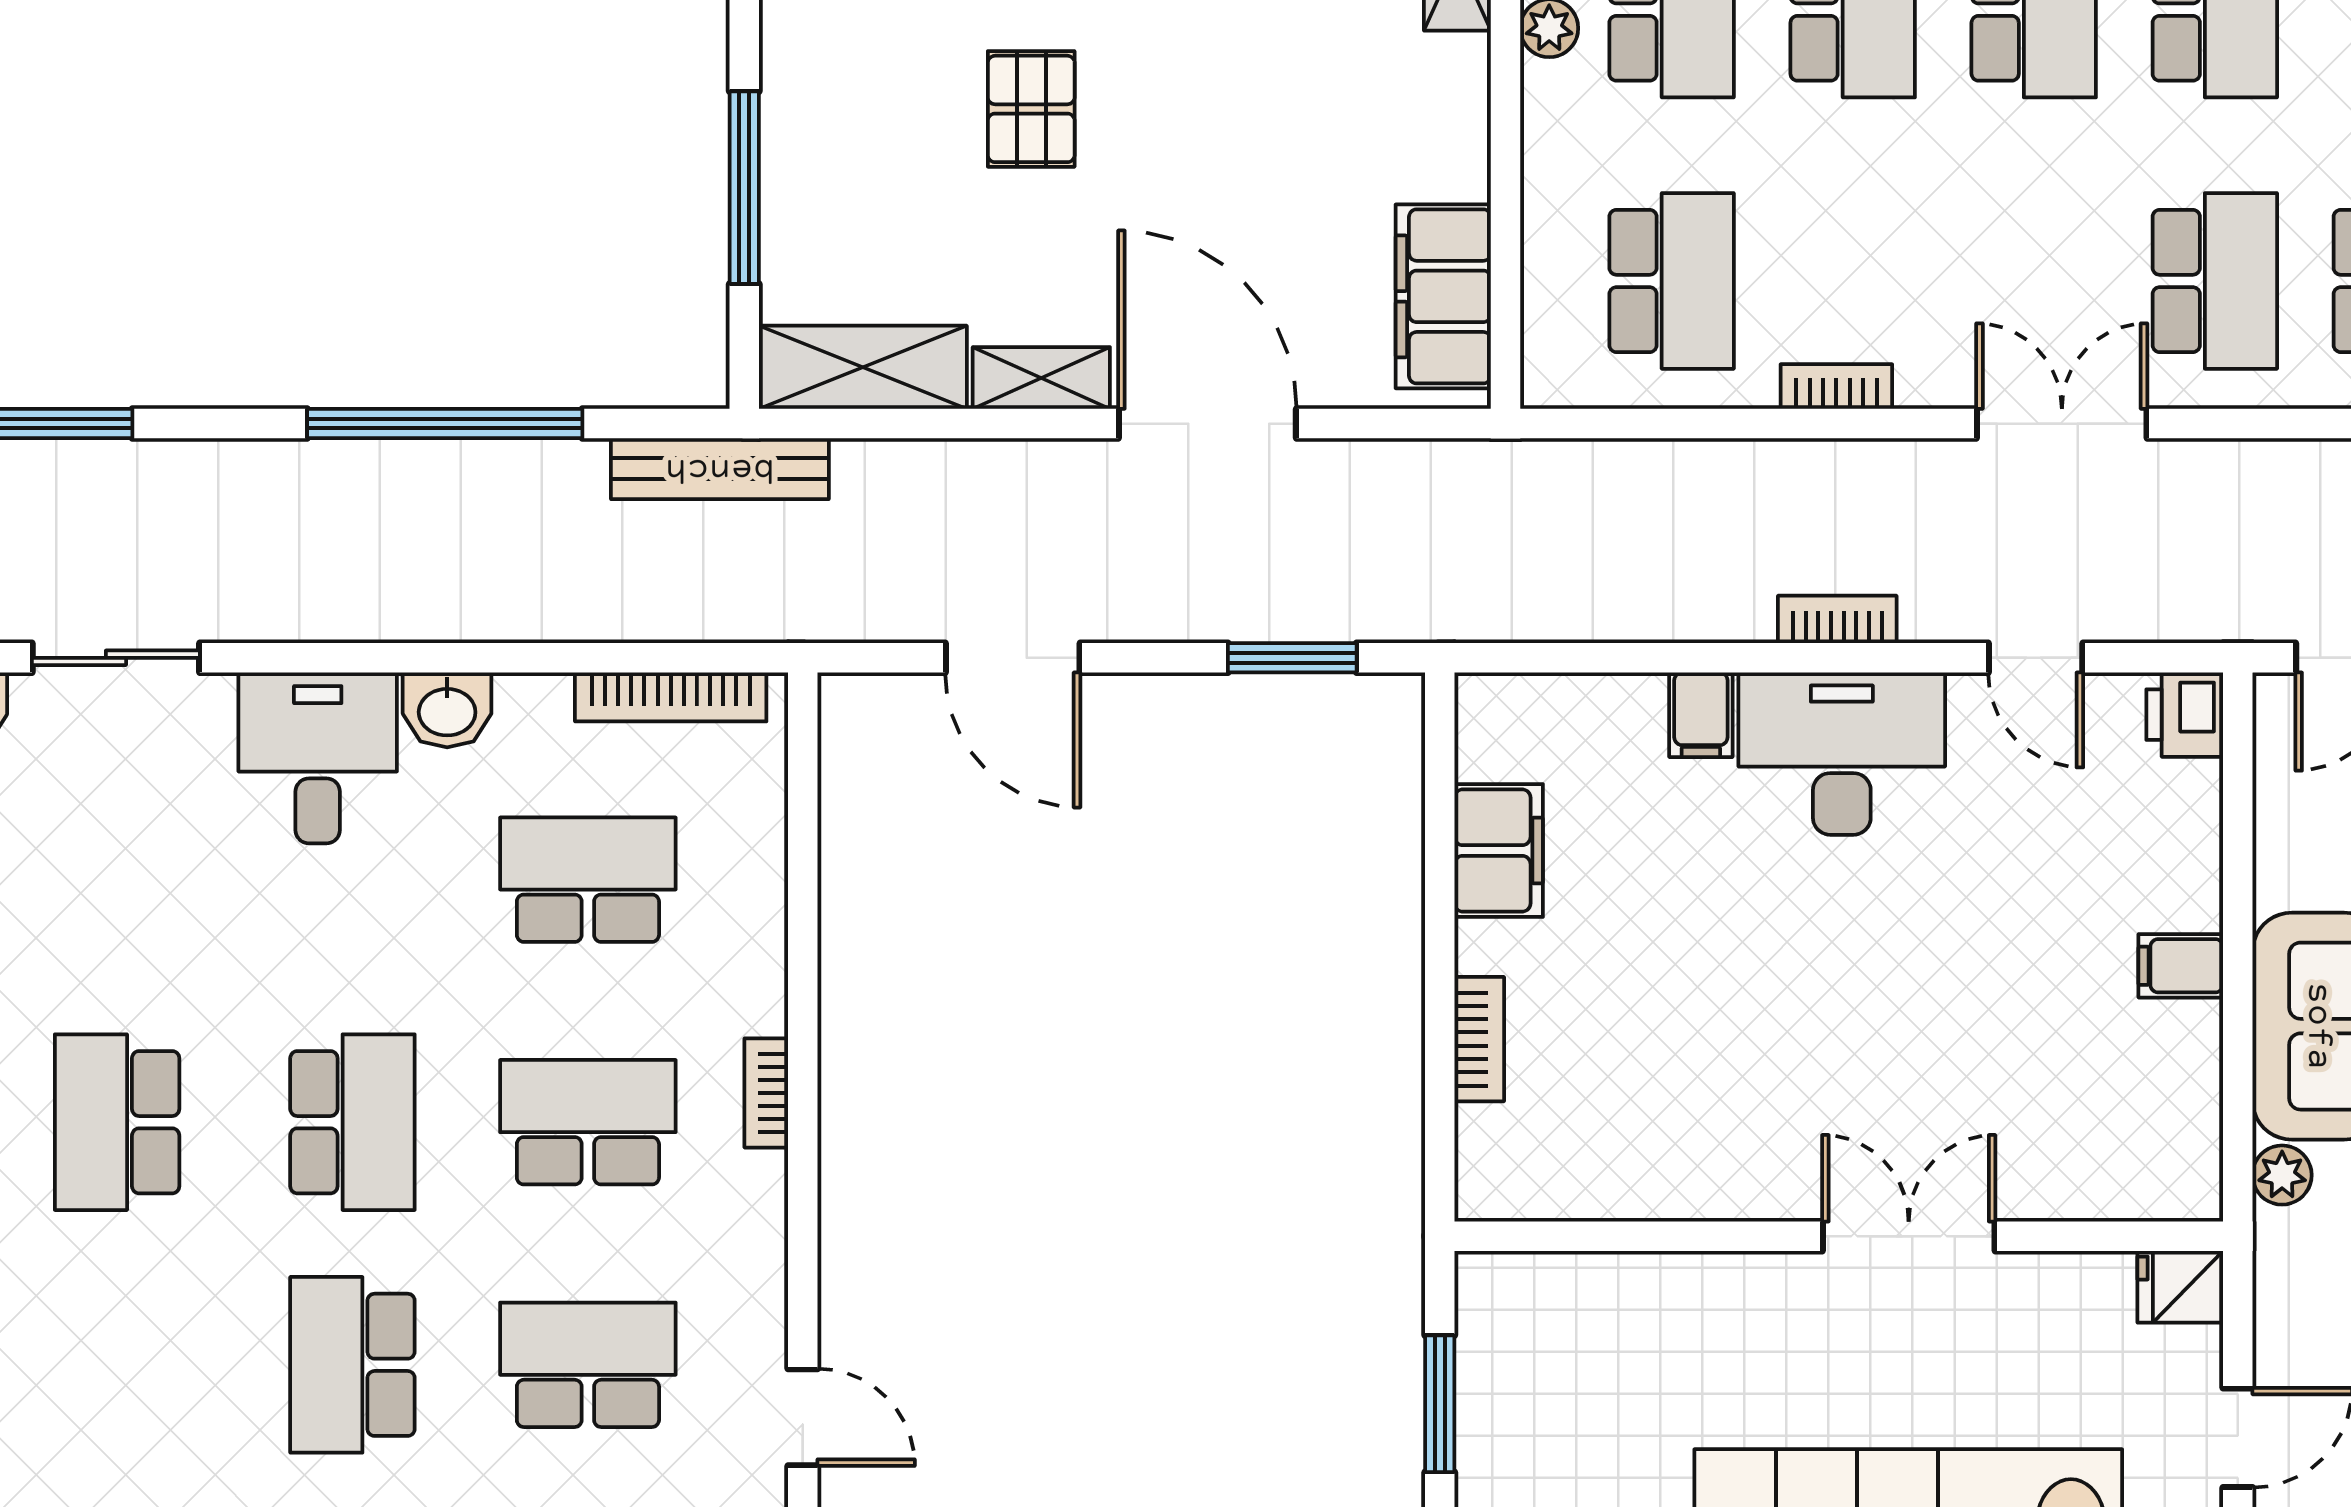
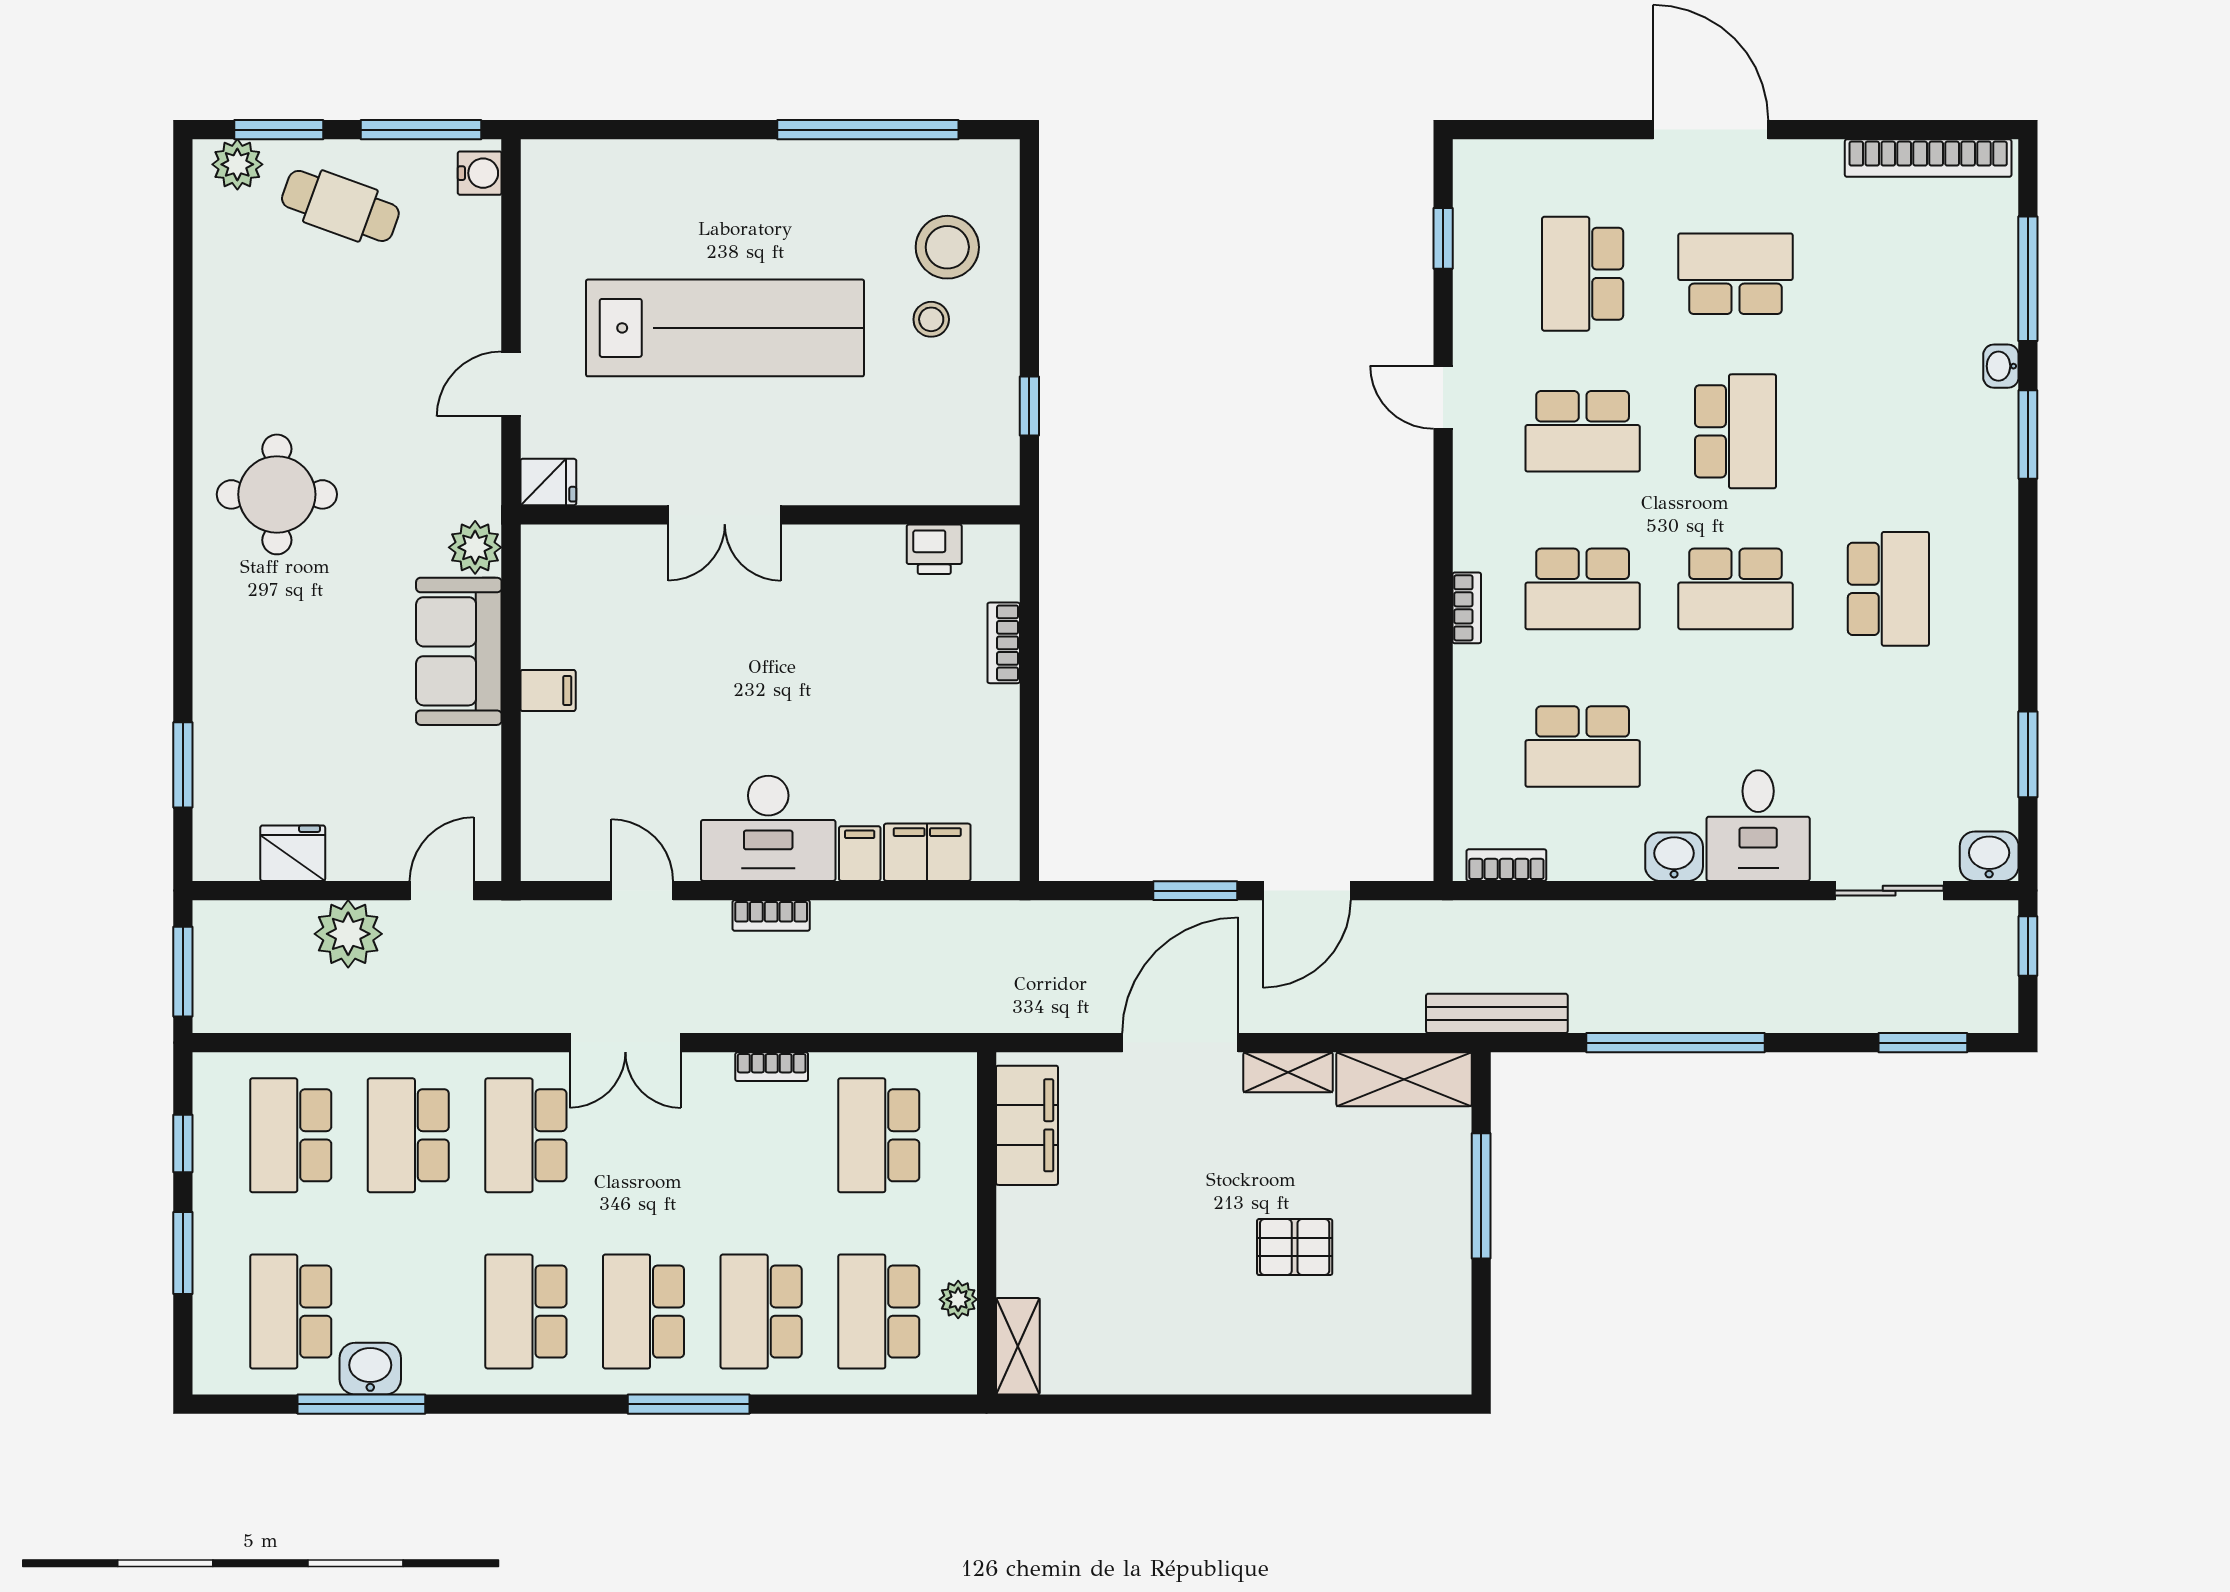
pallet: (1031, 109) -> (1295, 1247), turned 90
door: (1207, 424) -> (1180, 1043), swing flipped
door: (1013, 658) -> (1307, 891), swing flipped
window: (1292, 658) -> (1195, 891), moved
bookcase: (671, 697) -> (1506, 865), width x0.64
printer: (2185, 715) -> (934, 549), moved, turned 90
filing cabinet: (1499, 850) -> (927, 852), moved, turned 90
school desk: (352, 1122) -> (1736, 589), turned -90
plant: (2282, 1175) -> (475, 547), width x1.38, depth x1.38
window: (1440, 1404) -> (1029, 406), width x0.67

